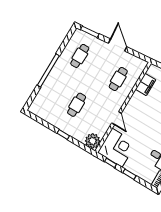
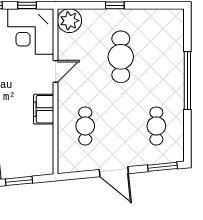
filing cabinet: (146, 84) -> (44, 109), moved
cafe table: (77, 105) -> (121, 57), width x1.37, depth x1.35
door: (117, 118) -> (56, 71), swing flipped

